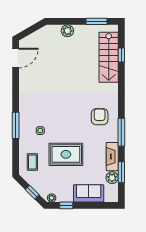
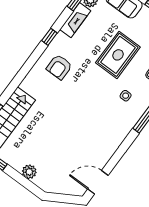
window: (121, 132) -> (49, 37), width x0.46
rug: (66, 154) -> (118, 55), turned 90

